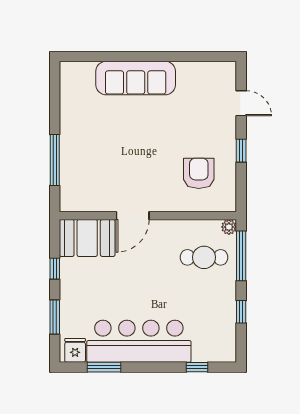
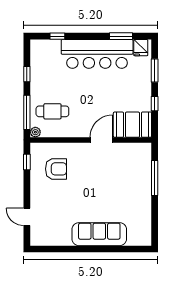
window: (241, 151) -> (27, 162), moved
armchair: (199, 173) -> (56, 169), turned -90

